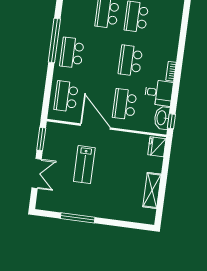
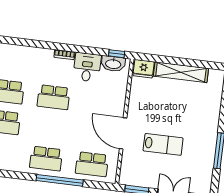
window: (54, 40) -> (60, 180), moved
school desk: (125, 104) -> (99, 103), removed
door: (95, 127) -> (123, 133), hinge flipped
shelving: (152, 190) -> (181, 72), width x1.47

